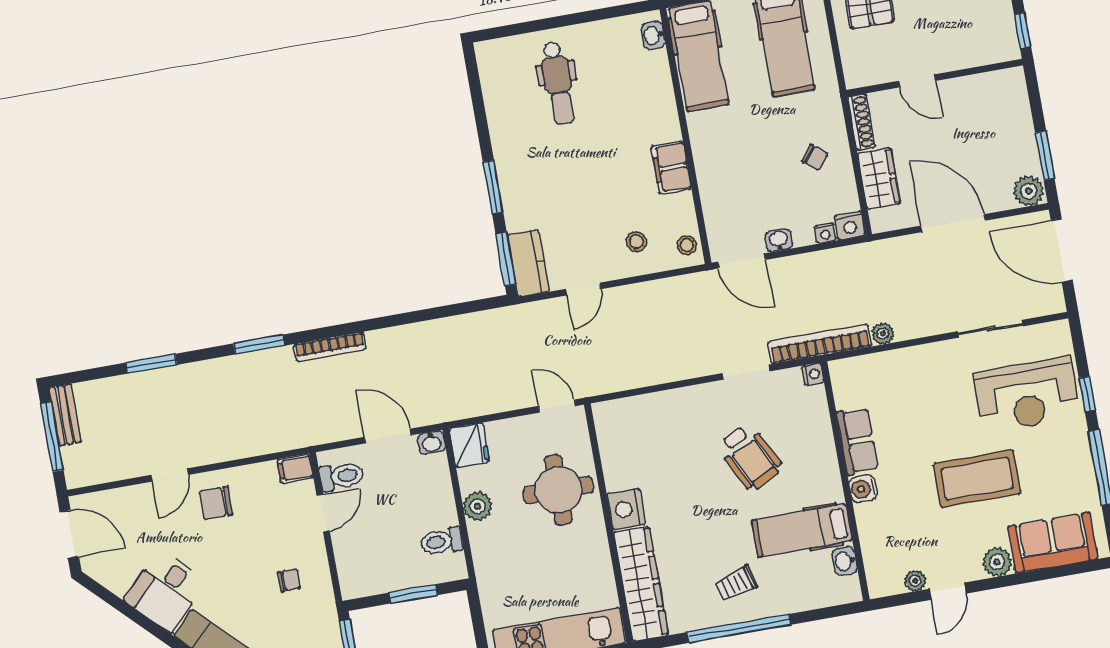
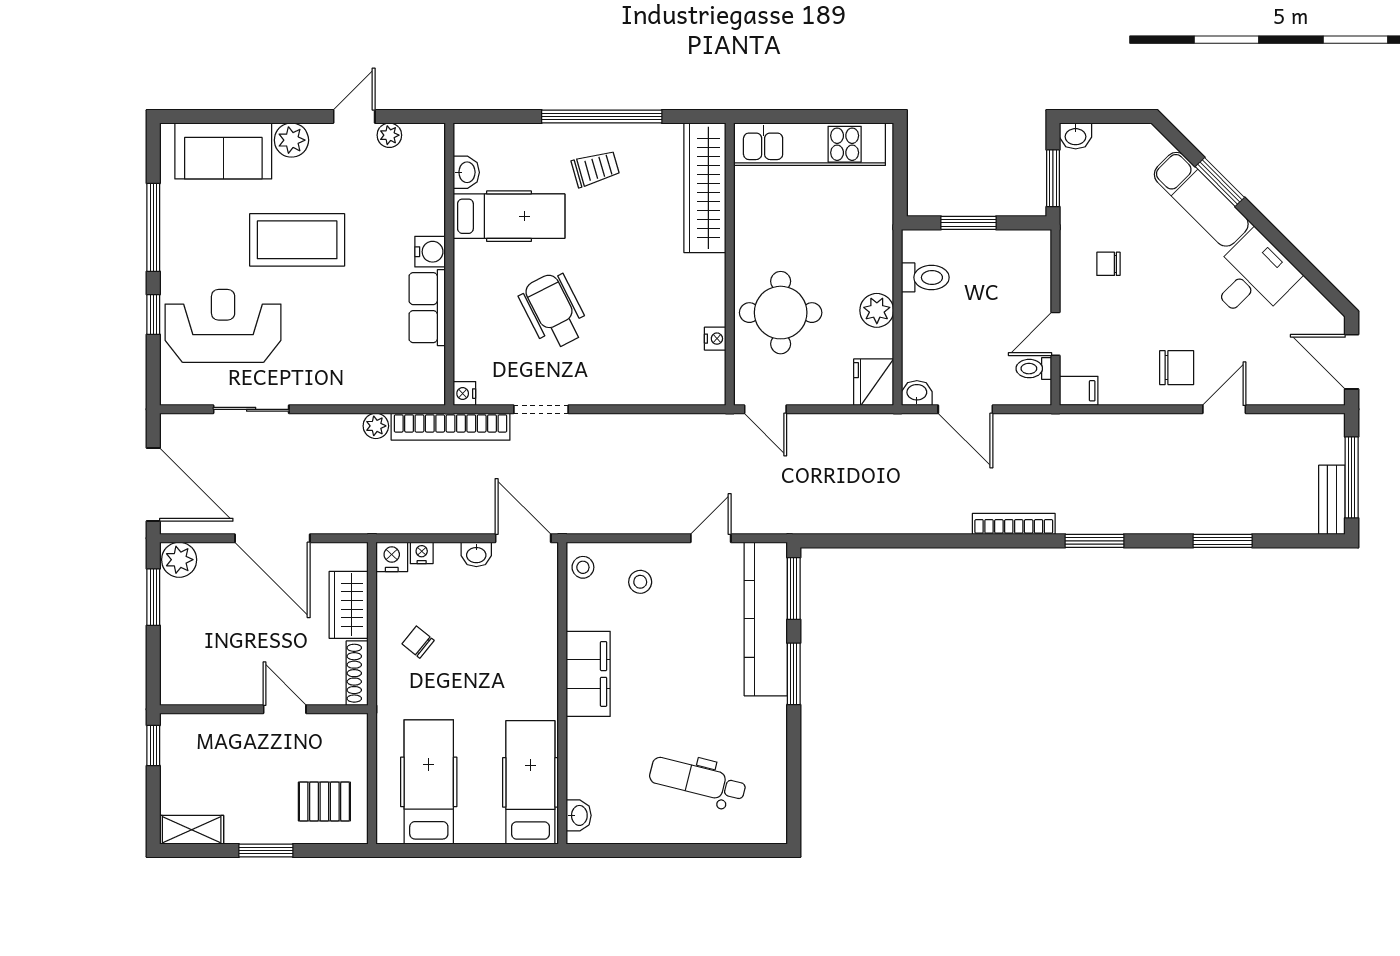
dental chair: (558, 83) -> (698, 780), turned -76
filing cabinet: (671, 168) -> (588, 674), width x1.50, depth x1.17
kitchen counter: (528, 263) -> (766, 619), width x2.08, depth x1.17
toilet: (341, 476) -> (1034, 369), width x0.73, depth x0.72
nightstand: (626, 509) -> (715, 339), moved, width x0.53, depth x0.56

